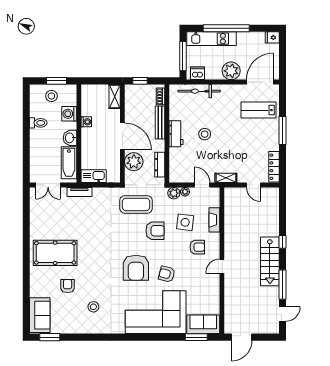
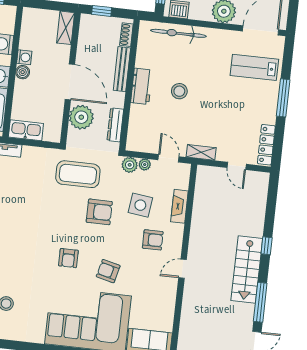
boiler: (86, 133) -> (23, 72), added
armchair: (136, 268) -> (68, 258), width x0.53, depth x0.53

